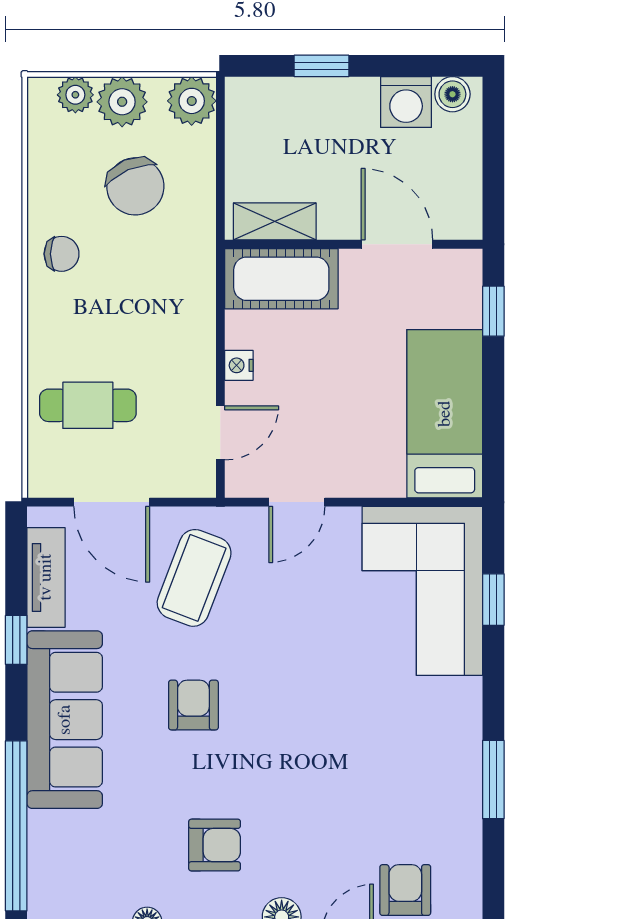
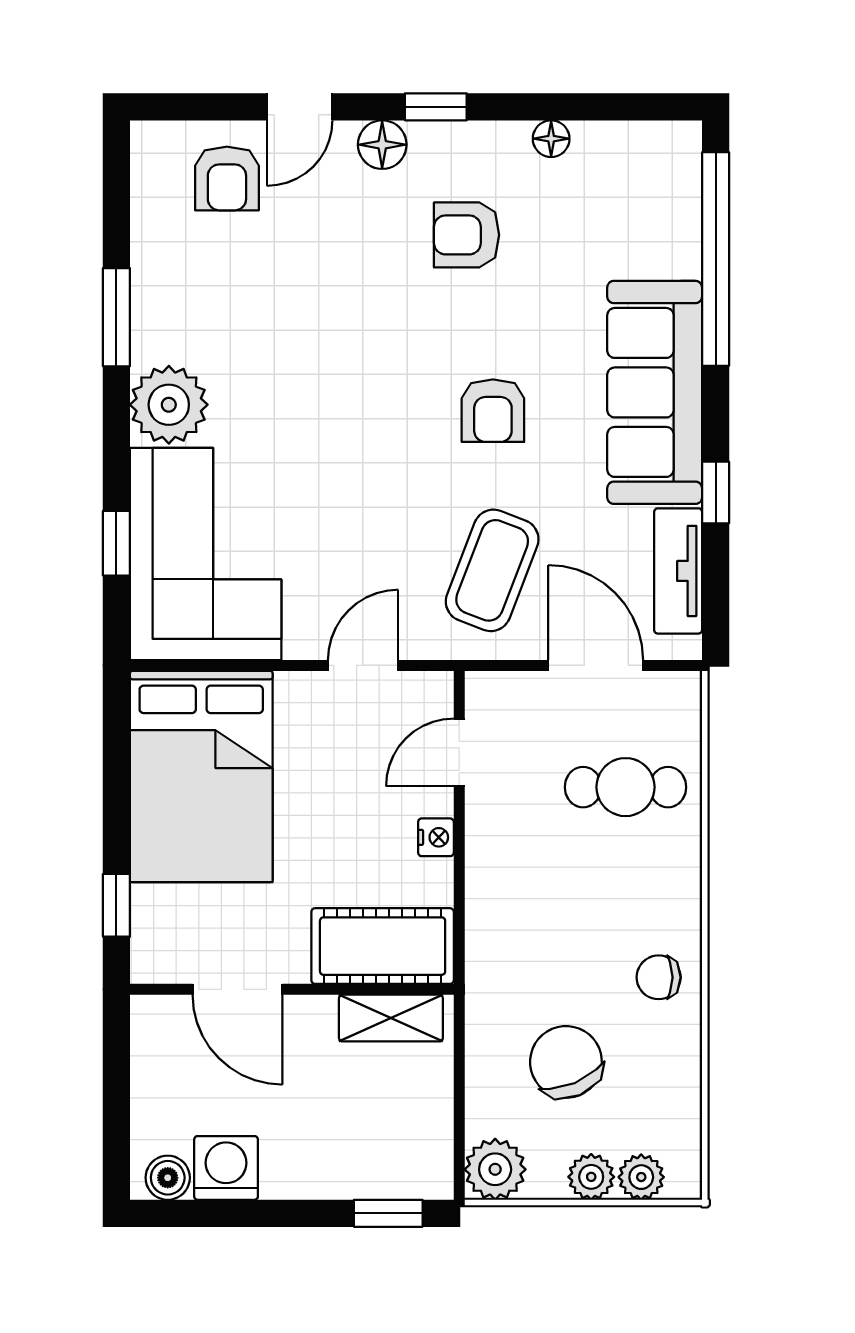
window: (321, 66) -> (388, 1213), moved
plant: (122, 102) -> (591, 1177), width x0.73, depth x0.73
bed: (445, 414) -> (201, 777), width x1.50
plant: (452, 710) -> (169, 405), added

